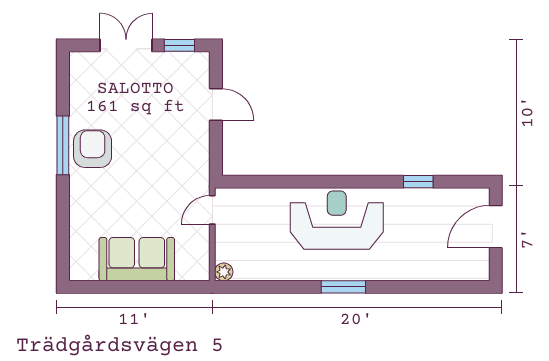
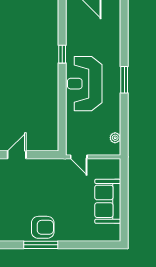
armchair: (93, 149) -> (43, 227), turned 180
window: (418, 182) -> (62, 54), moved
plant: (224, 272) -> (115, 138), moved

